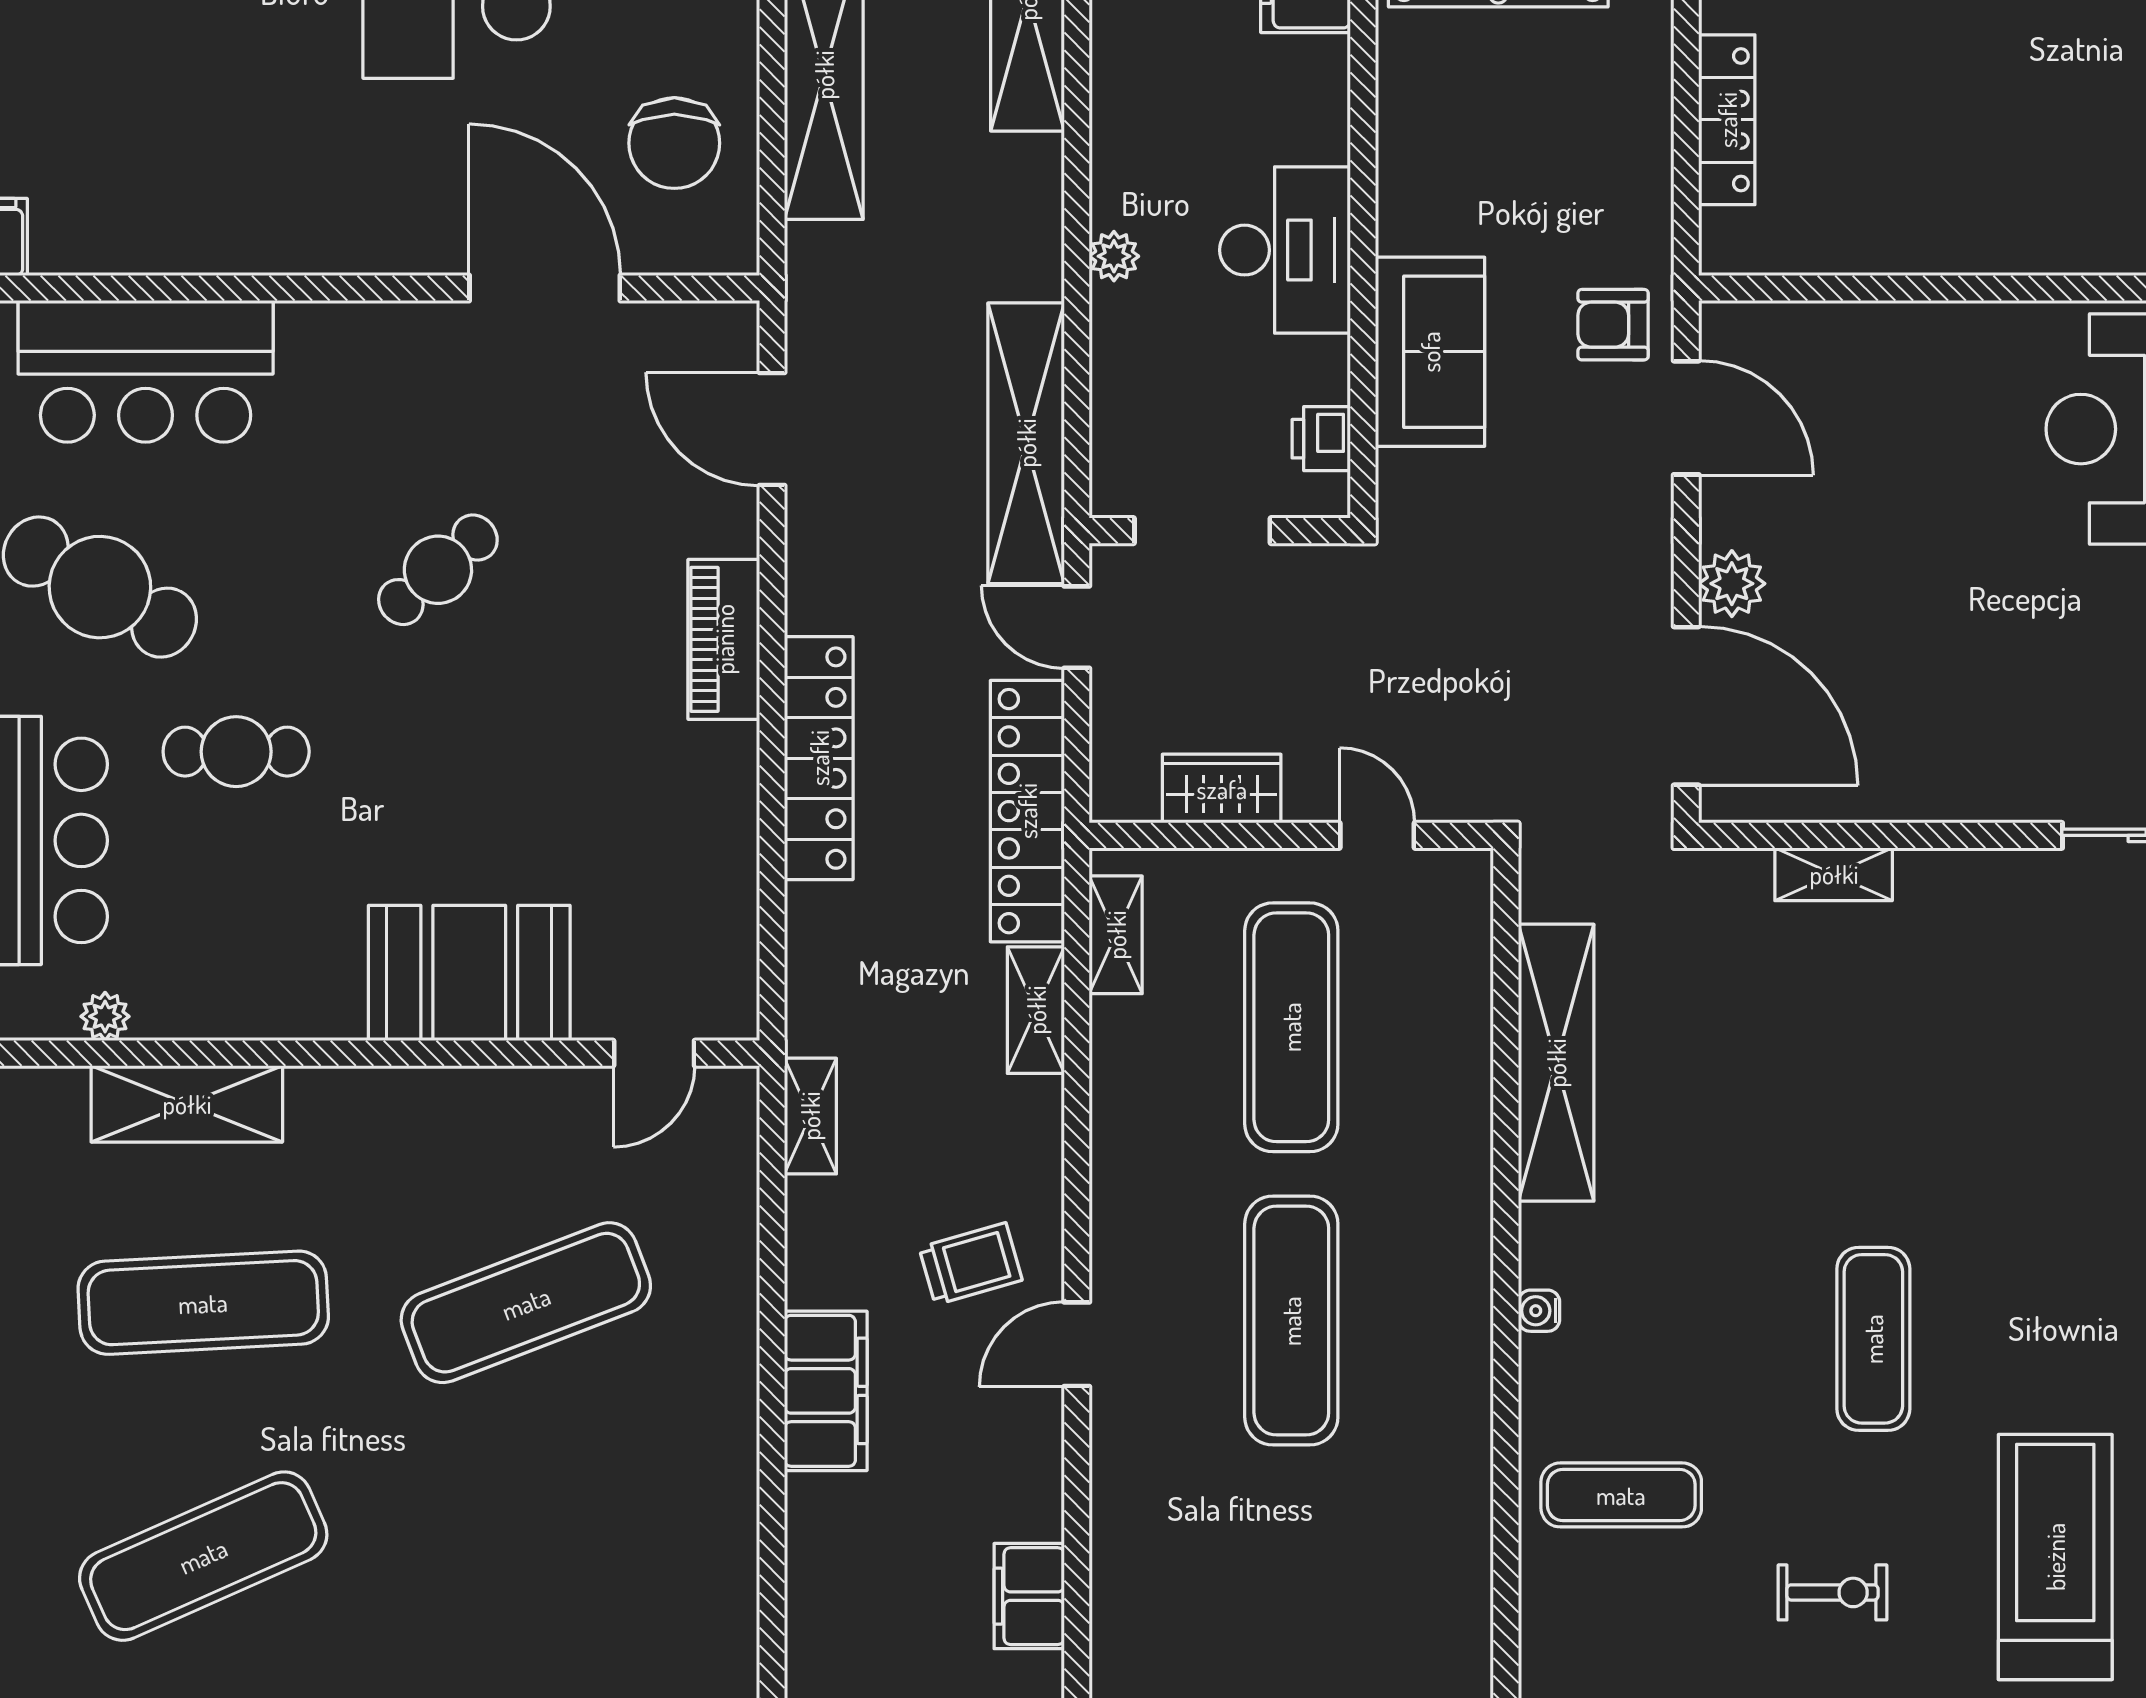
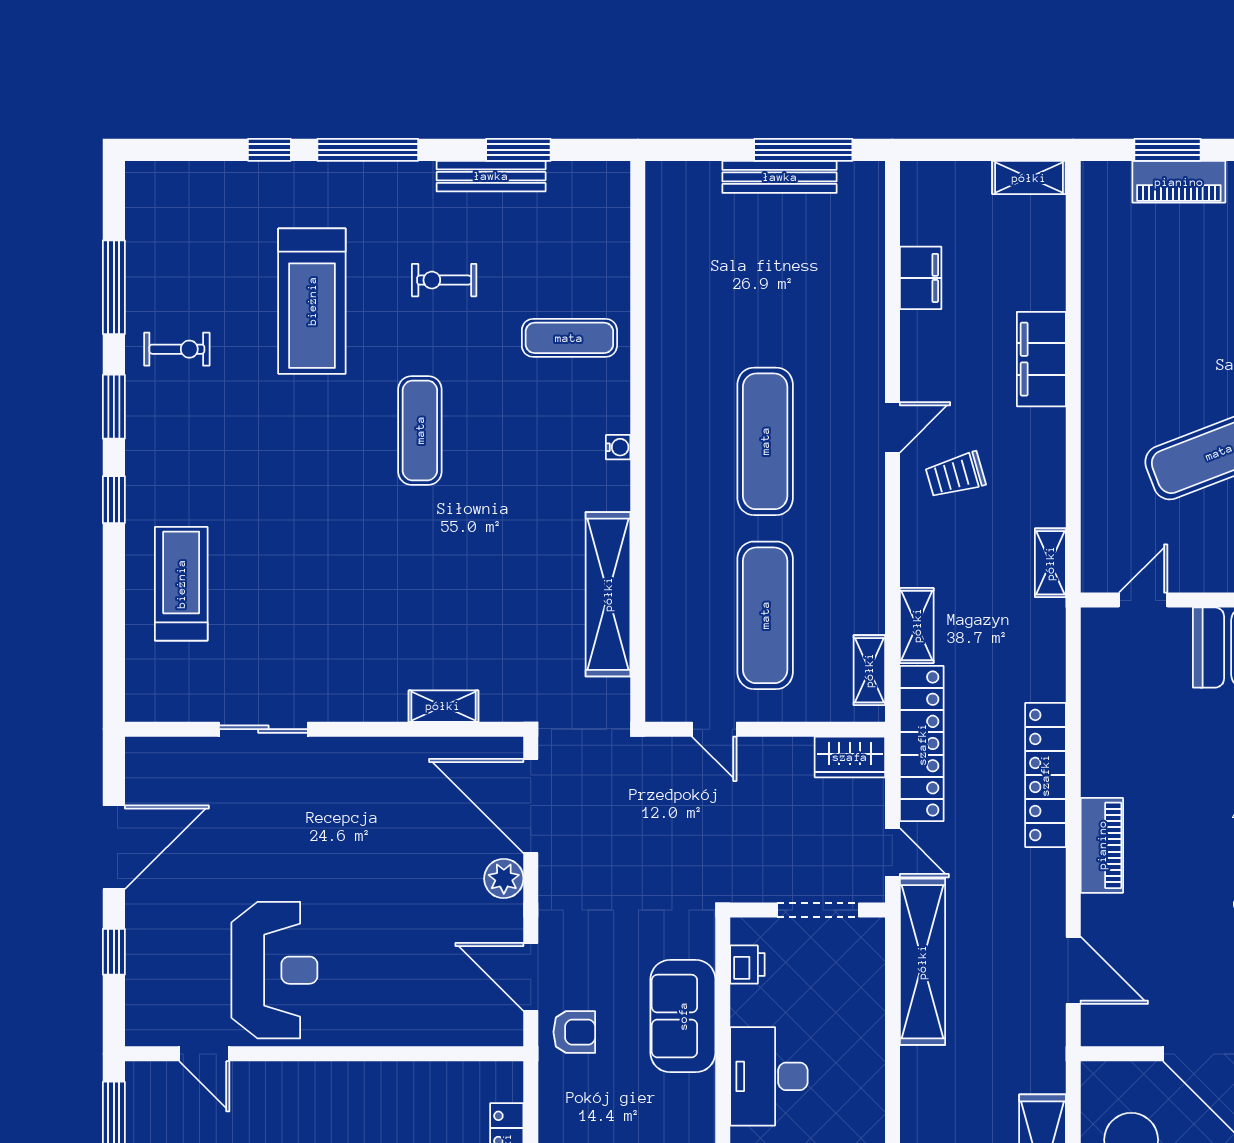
plant: (1114, 256) -> (870, 1073), removed
wardrobe: (1222, 789) -> (850, 757), moved
filing cabinet: (826, 1391) -> (1041, 359), moved

